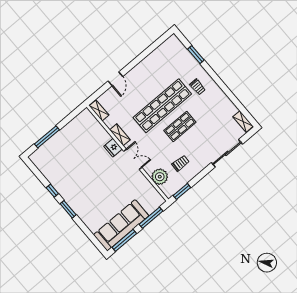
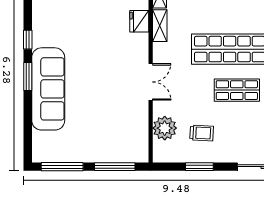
shelving: (120, 135) -> (160, 26), moved
fridge: (113, 148) -> (139, 21), moved
window: (182, 191) -> (199, 167), moved
sofa: (121, 225) -> (48, 89), moved, turned 90

